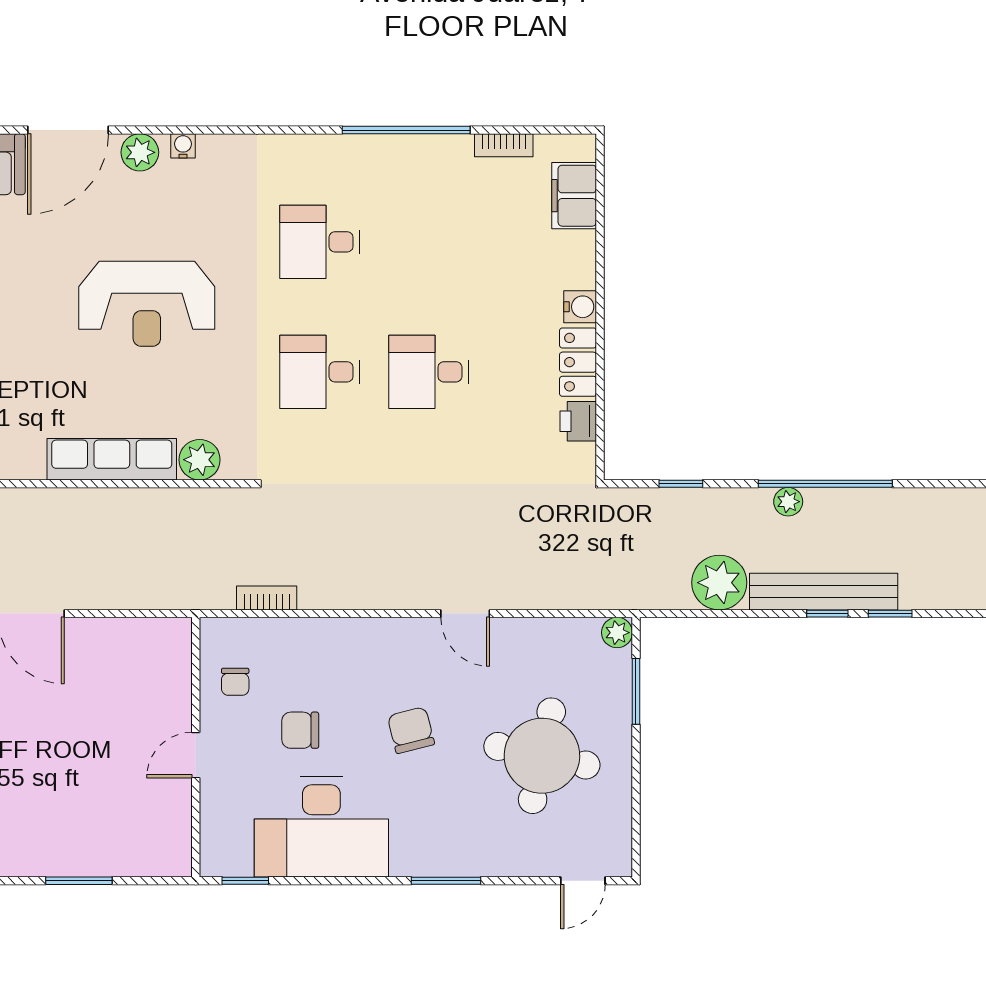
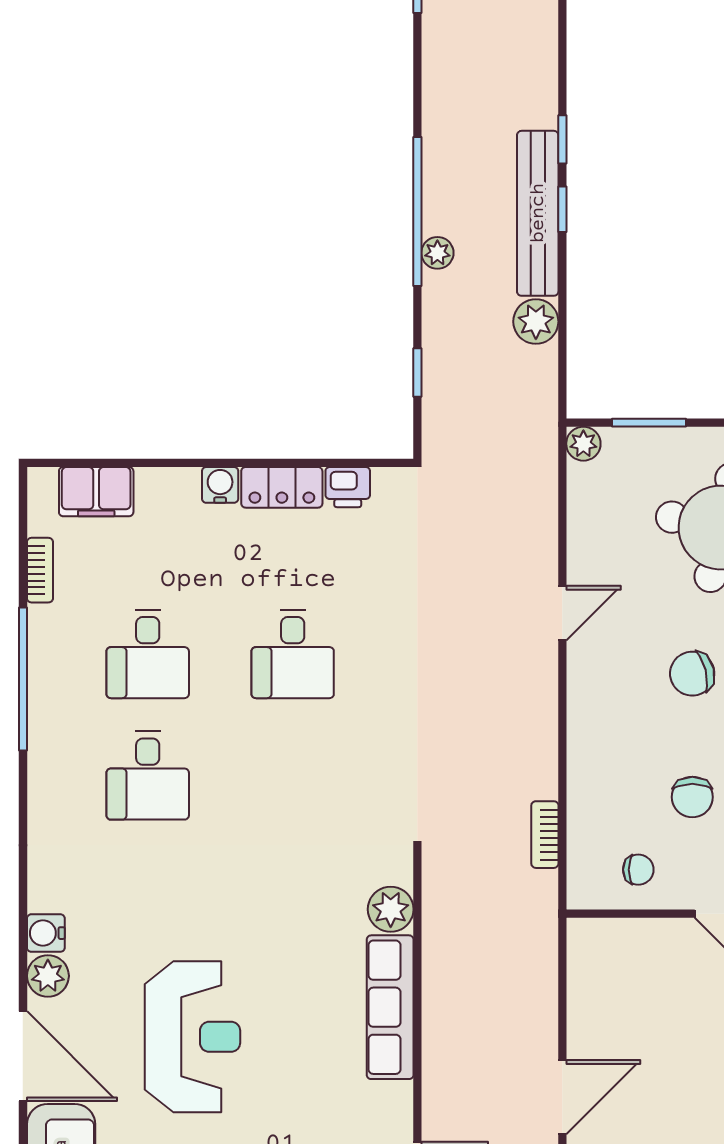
water cooler: (183, 146) -> (46, 933), width x1.38, depth x1.38
reception desk: (147, 304) -> (192, 1037), moved
desk: (320, 372) -> (148, 654), moved
plant: (719, 583) -> (536, 322), width x0.73, depth x0.73

